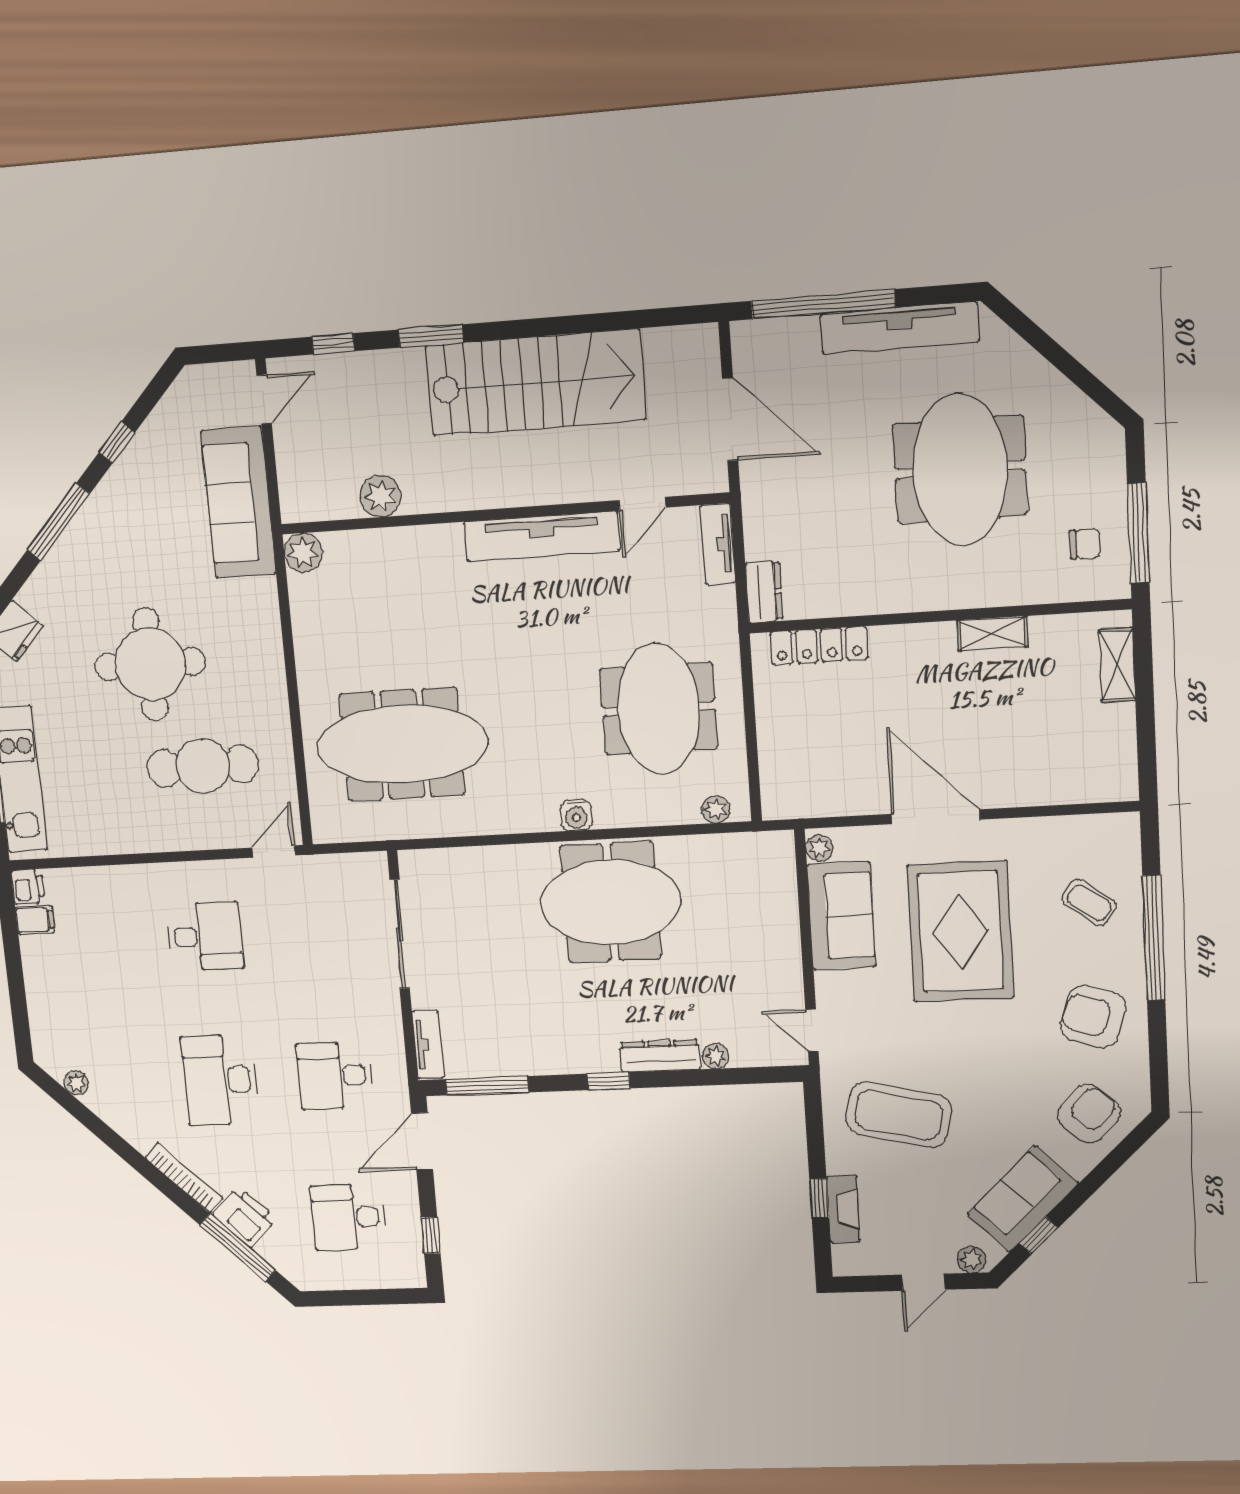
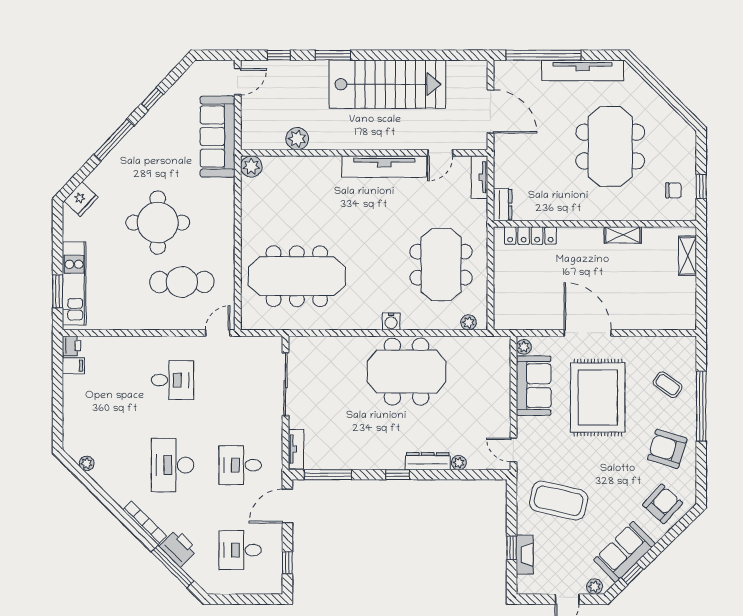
window: (1138, 533) -> (701, 186), width x0.46

